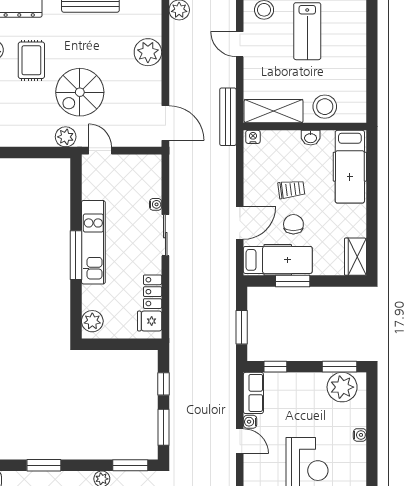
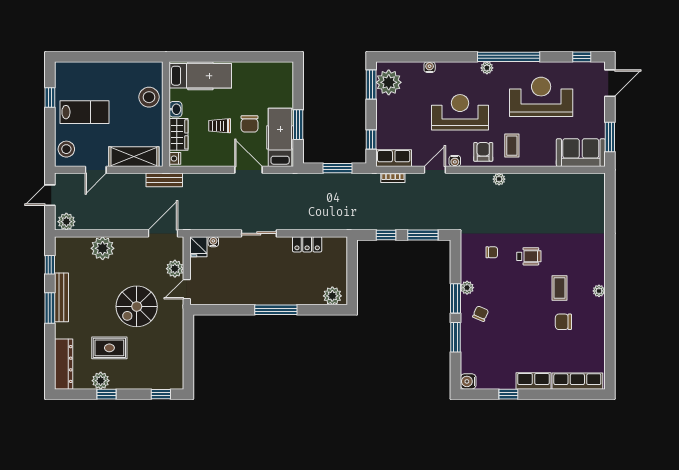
spiral stairs: (80, 92) -> (137, 306), turned 90
shelving: (274, 111) -> (134, 157), moved, turned 90
bench: (228, 117) -> (164, 180), width x0.73
plant: (66, 137) -> (175, 269), moved
trolley: (291, 189) -> (220, 126), turned -83
water cooler: (156, 204) -> (213, 242), moved
chair: (293, 224) -> (250, 124), turned -90
kitchen unit: (93, 242) -> (265, 295), removed
wardrobe: (355, 257) -> (178, 134), moved, turned -90
fridge: (150, 321) -> (198, 247), moved
bookcase: (230, 392) -> (393, 178), added
water cooler: (250, 422) -> (455, 161), moved
window: (130, 465) -> (455, 298), moved

